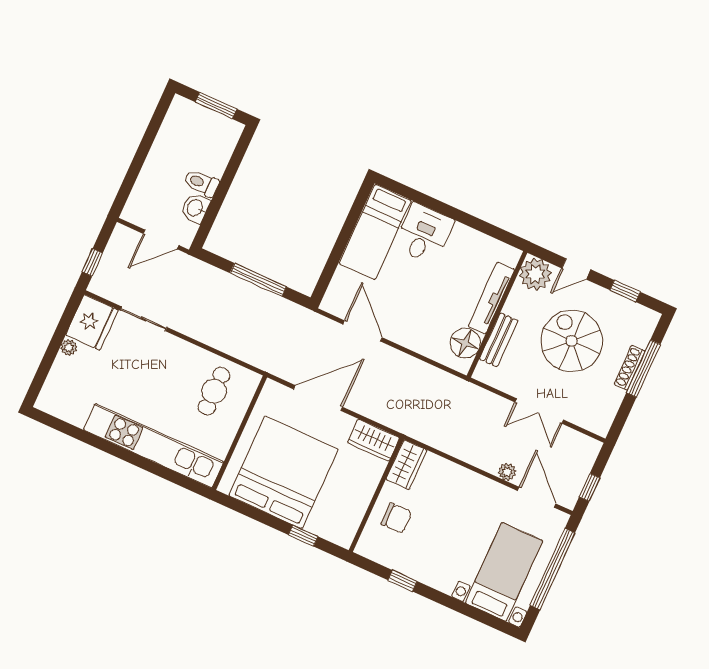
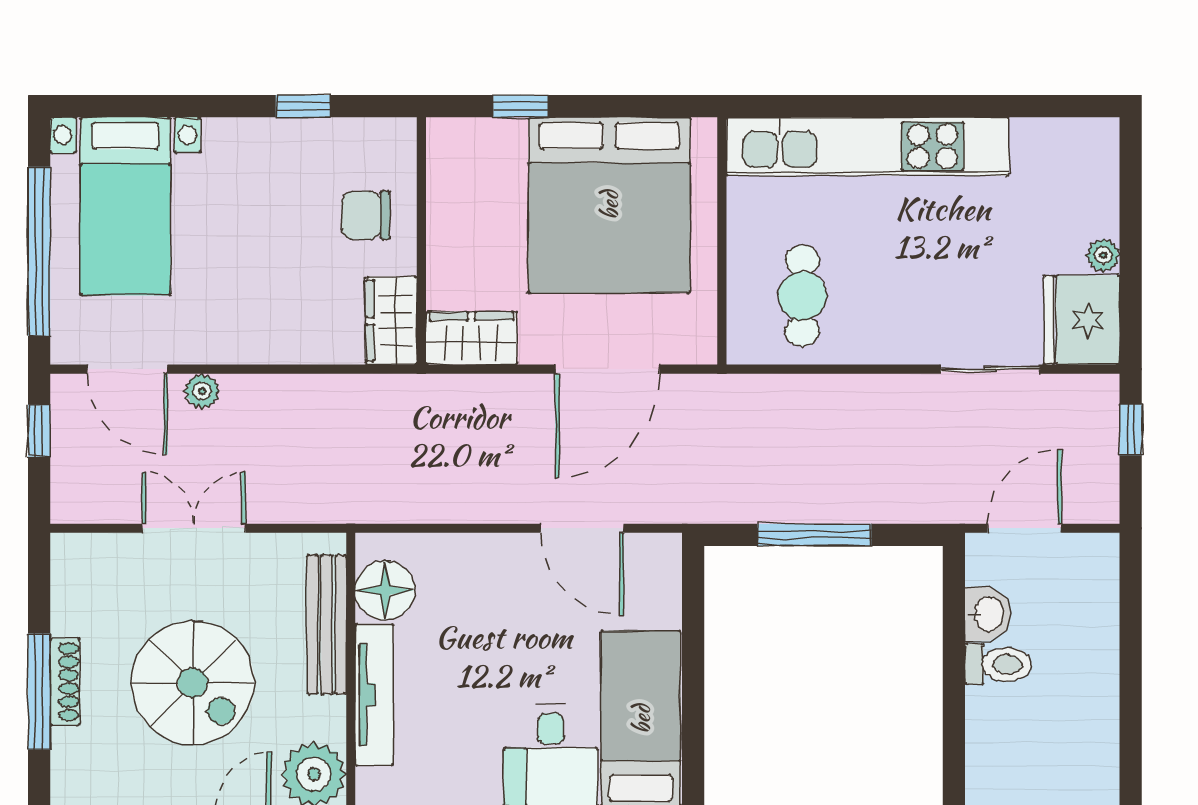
bench: (499, 340) -> (327, 624), width x1.36

